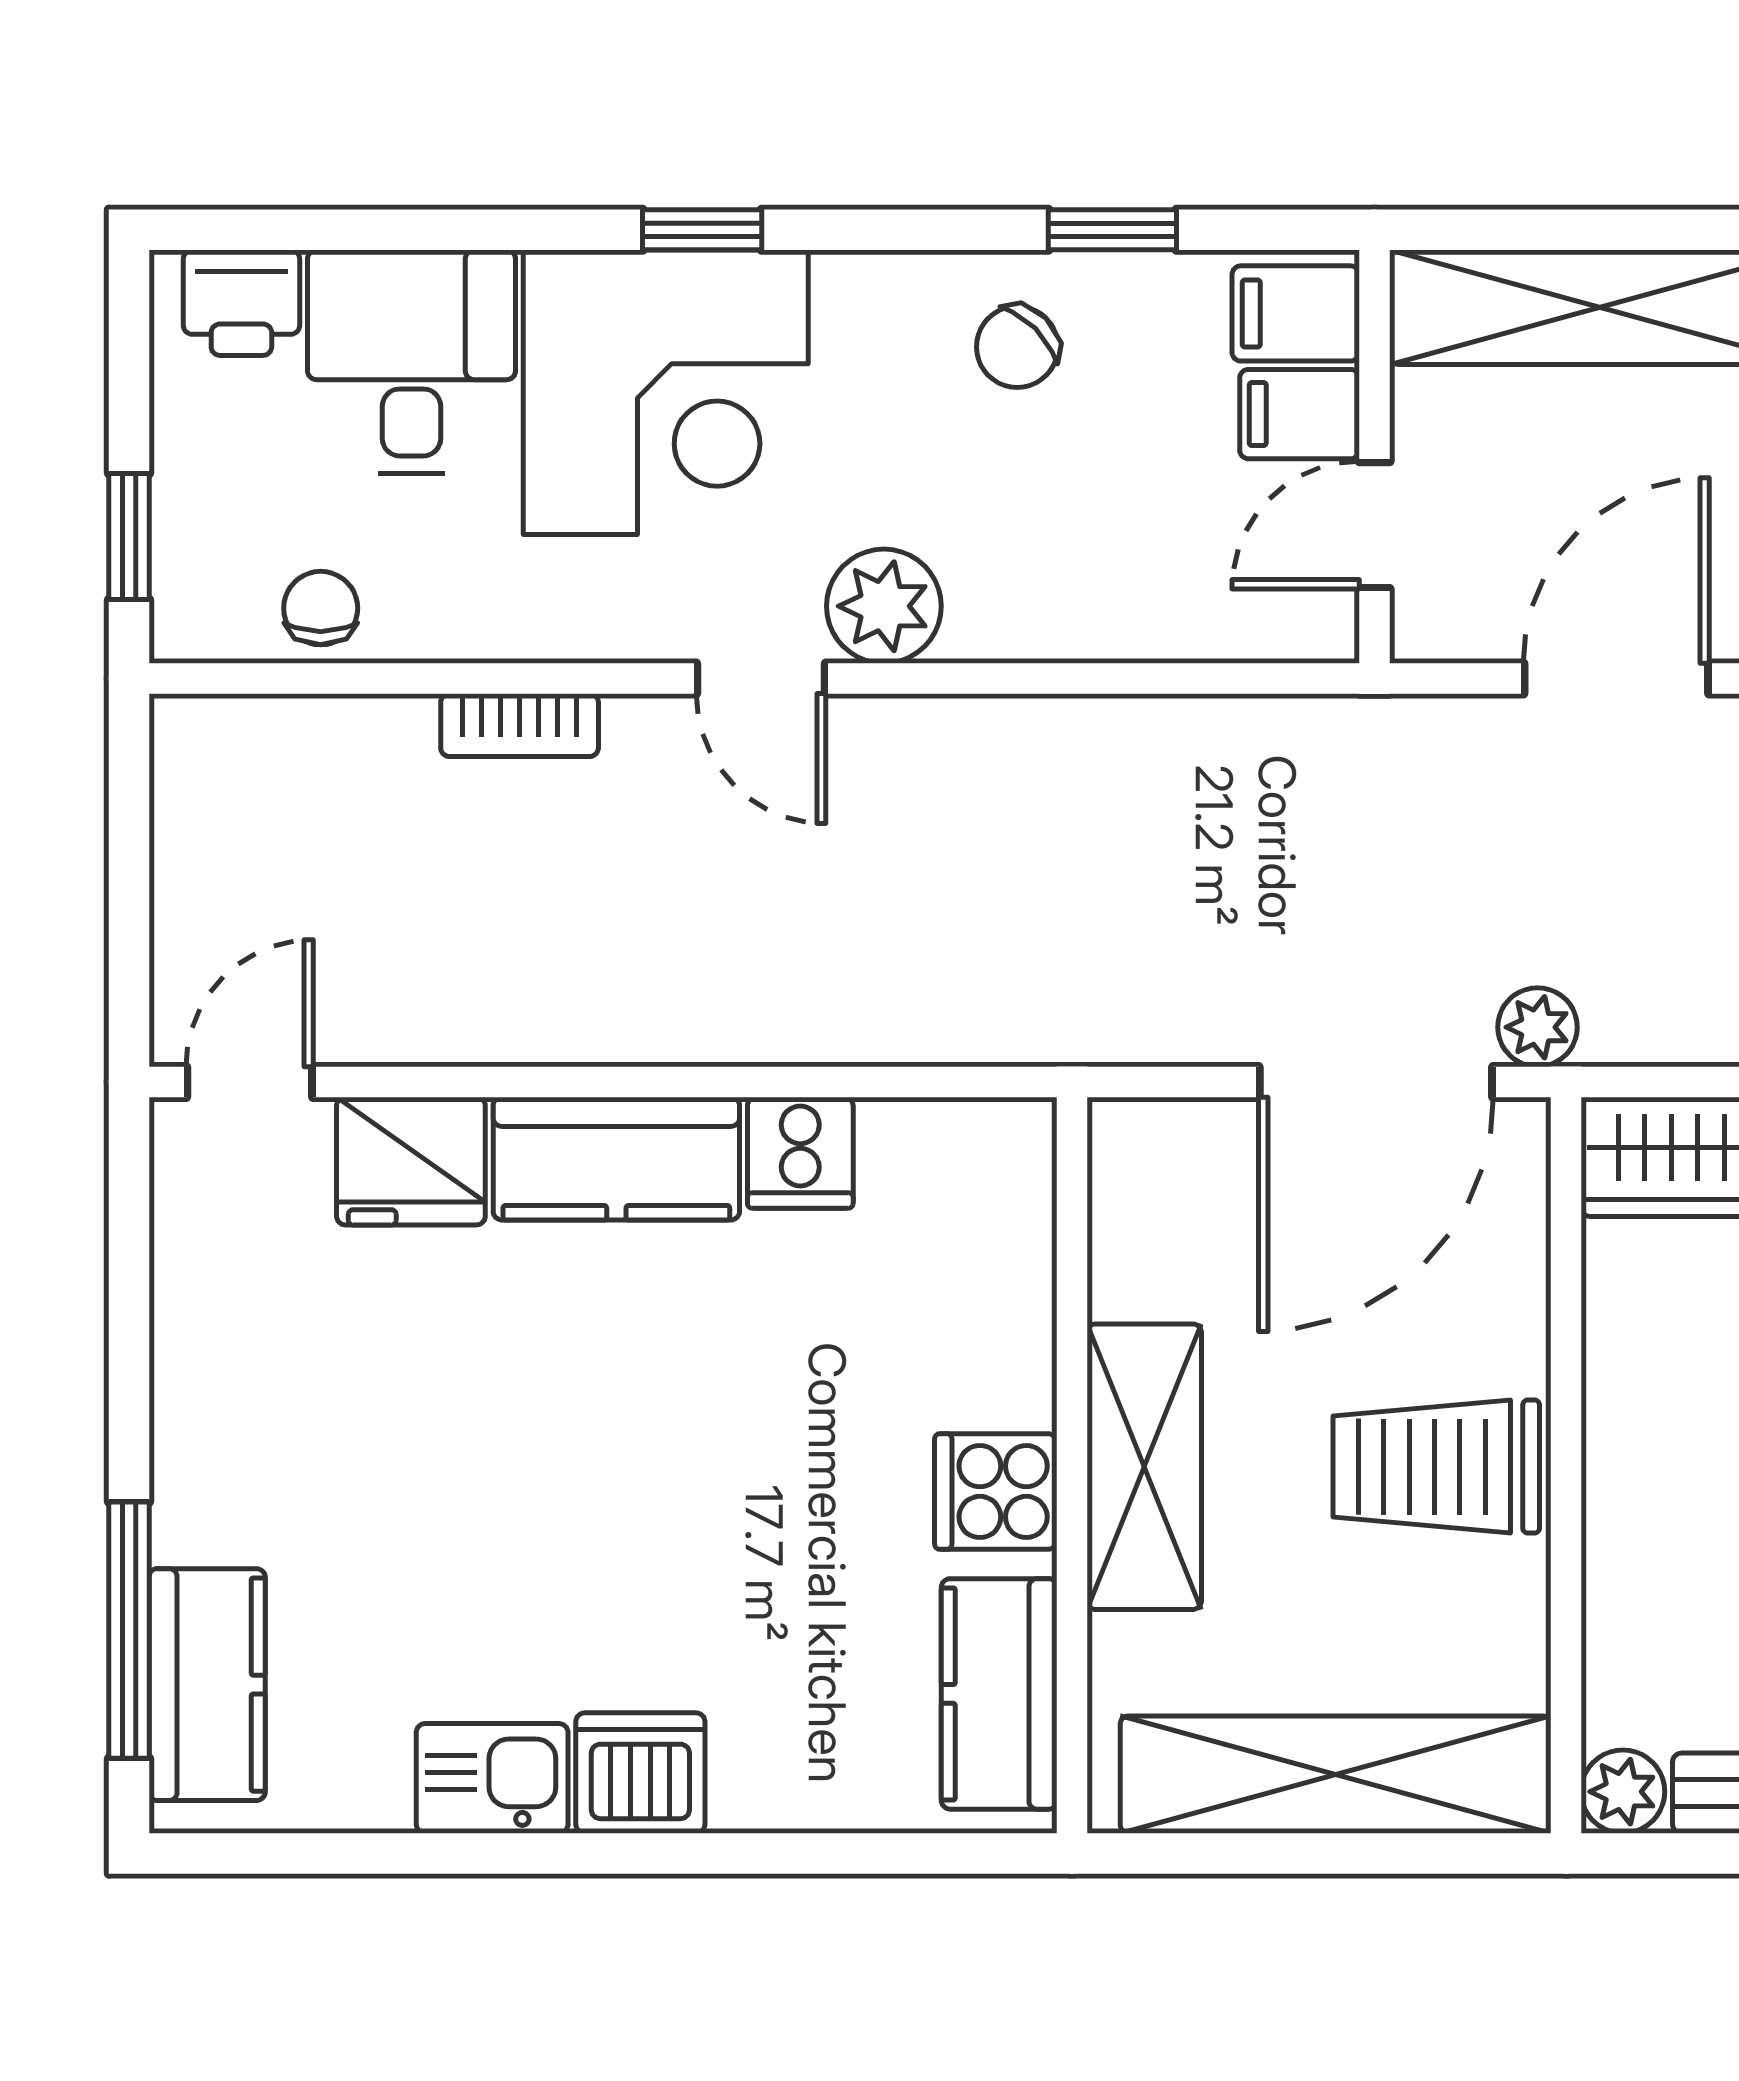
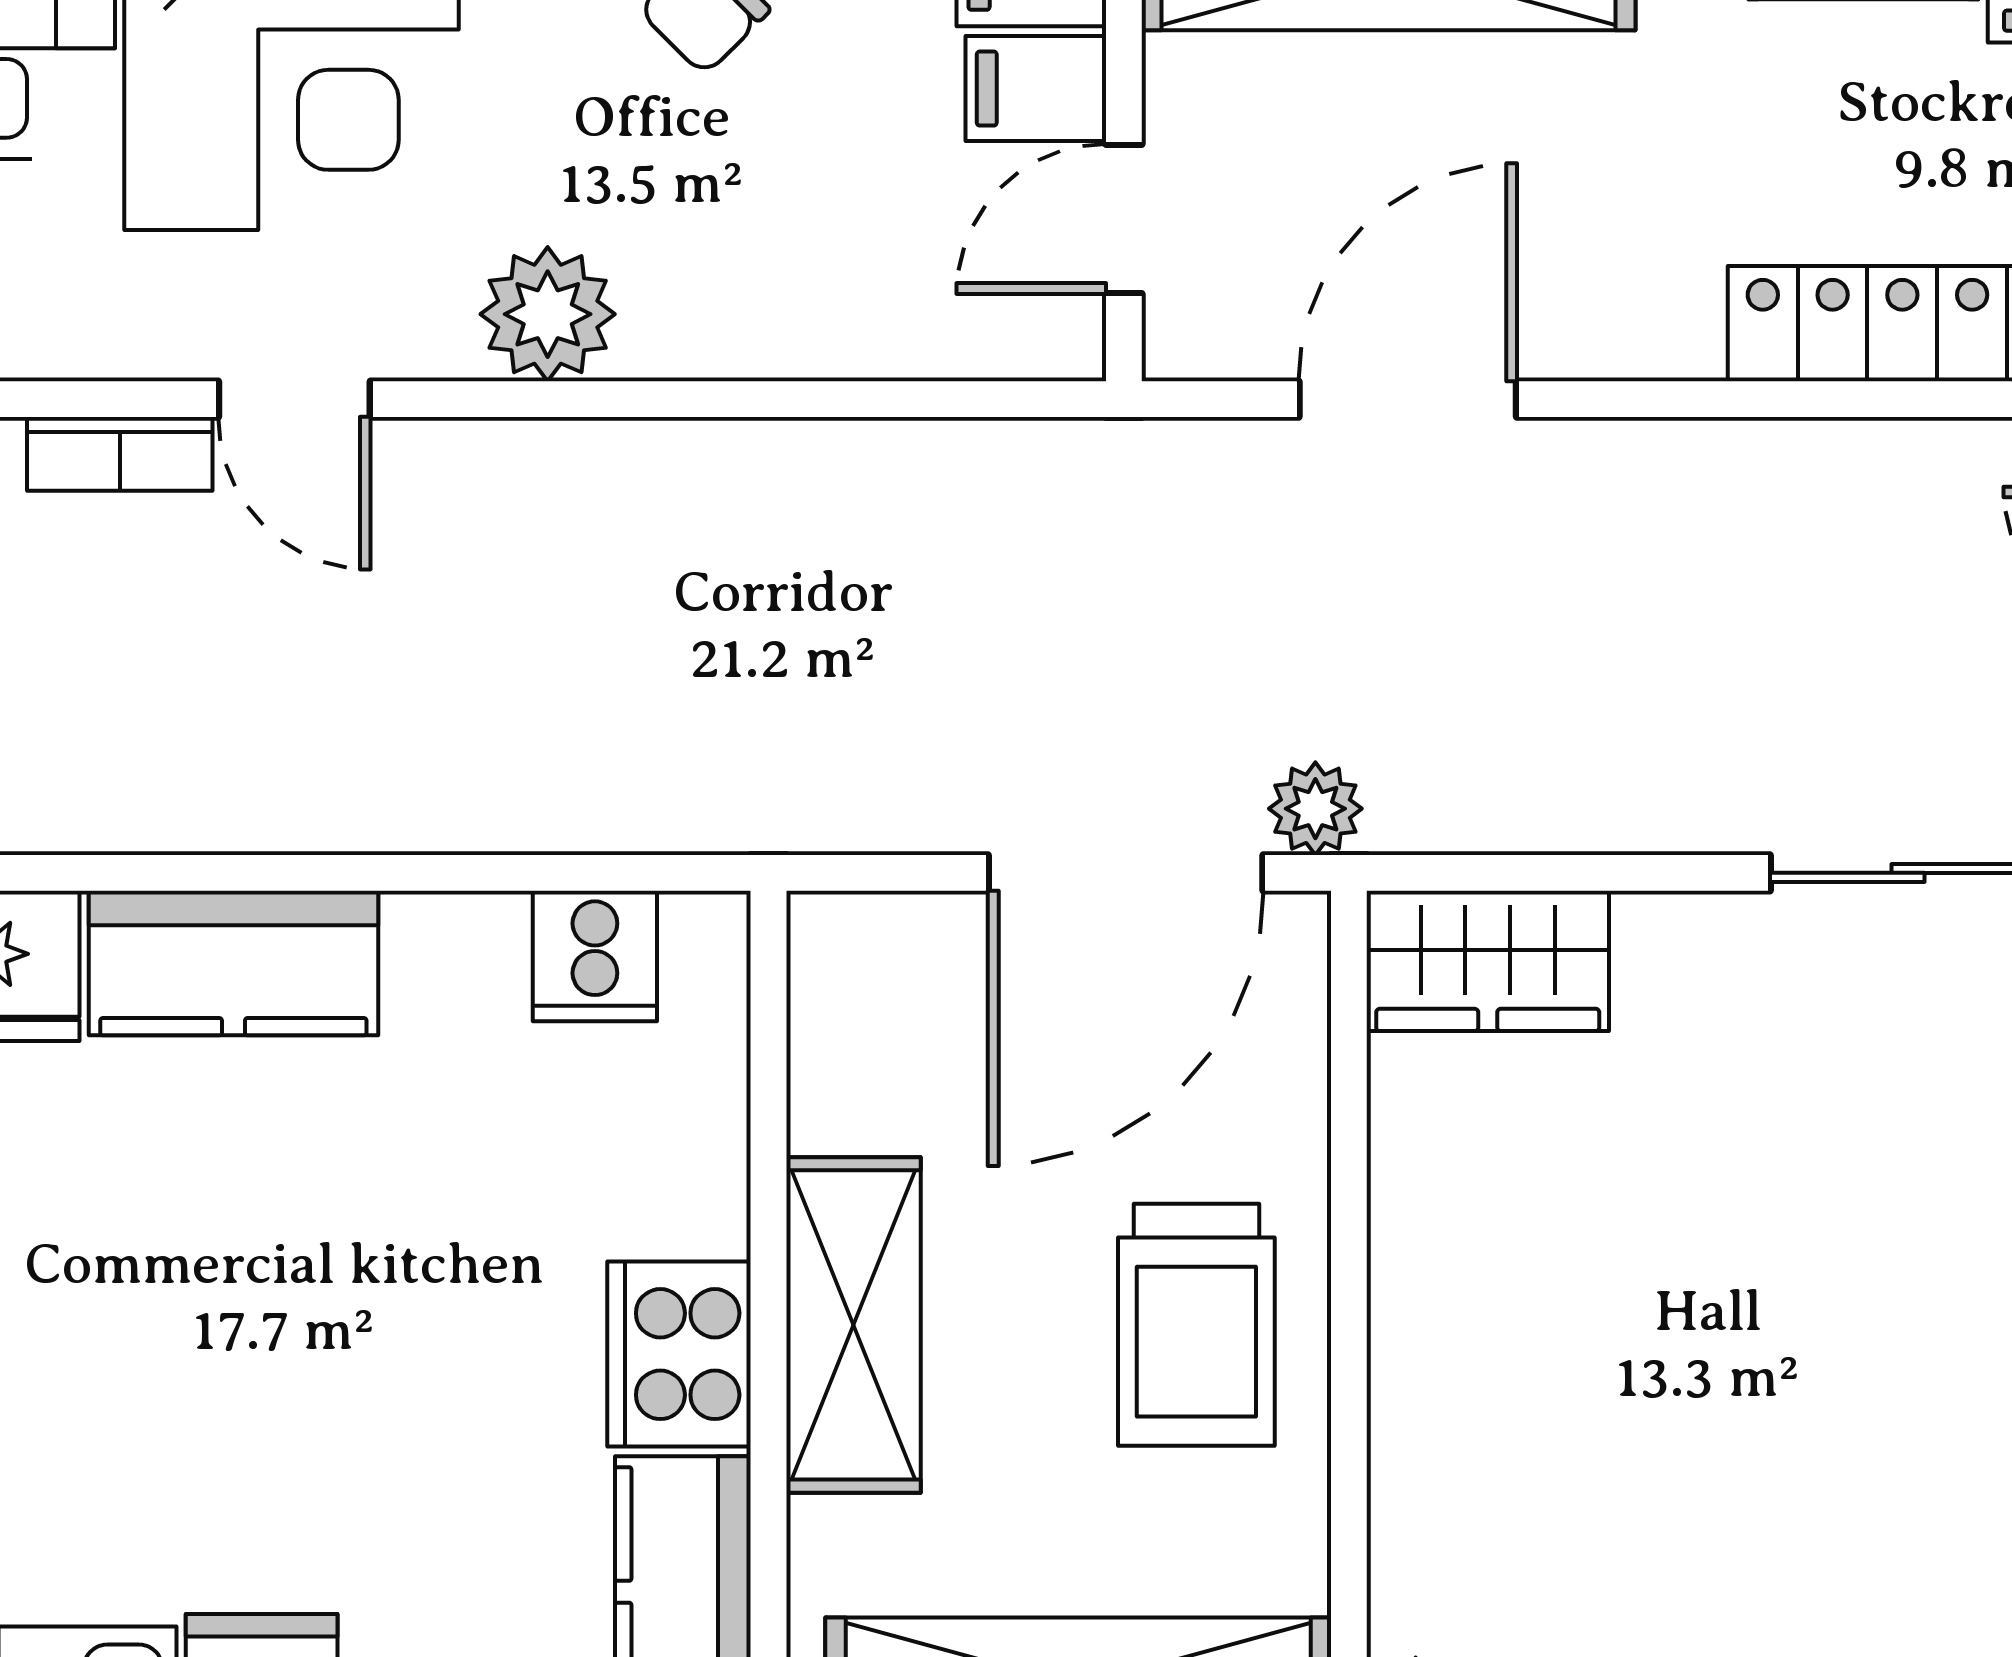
door: (761, 679) -> (294, 399), moved
cooker: (800, 1153) -> (595, 956), moved
trolley: (1436, 1467) -> (1196, 1325), turned -90
cooker: (996, 1492) -> (679, 1354), width x1.36

